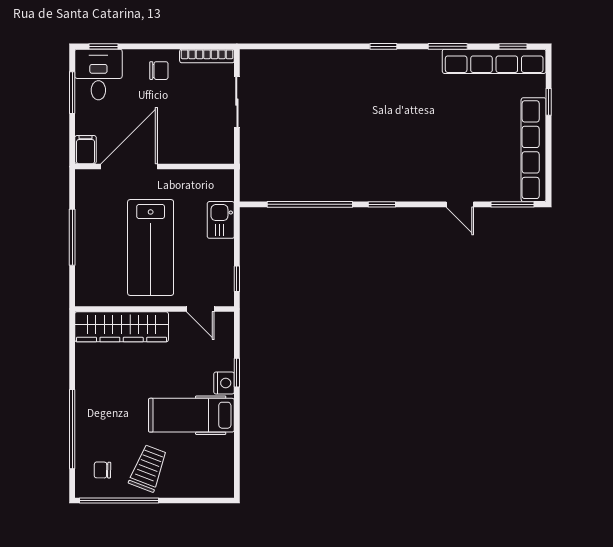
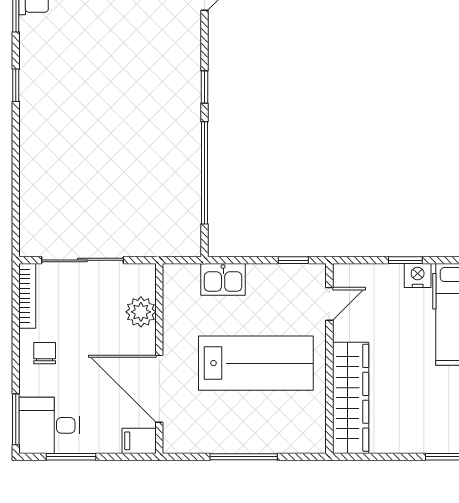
window: (104, 46) -> (16, 419), width x1.50
sliding door: (237, 102) -> (82, 260), width x1.37
plant: (193, 151) -> (141, 312), added

